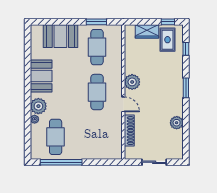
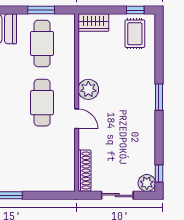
wardrobe: (147, 31) -> (93, 23), moved
window: (186, 49) -> (159, 174), moved
plant: (177, 123) -> (147, 183), moved
shoe rack: (129, 131) -> (84, 171), moved

